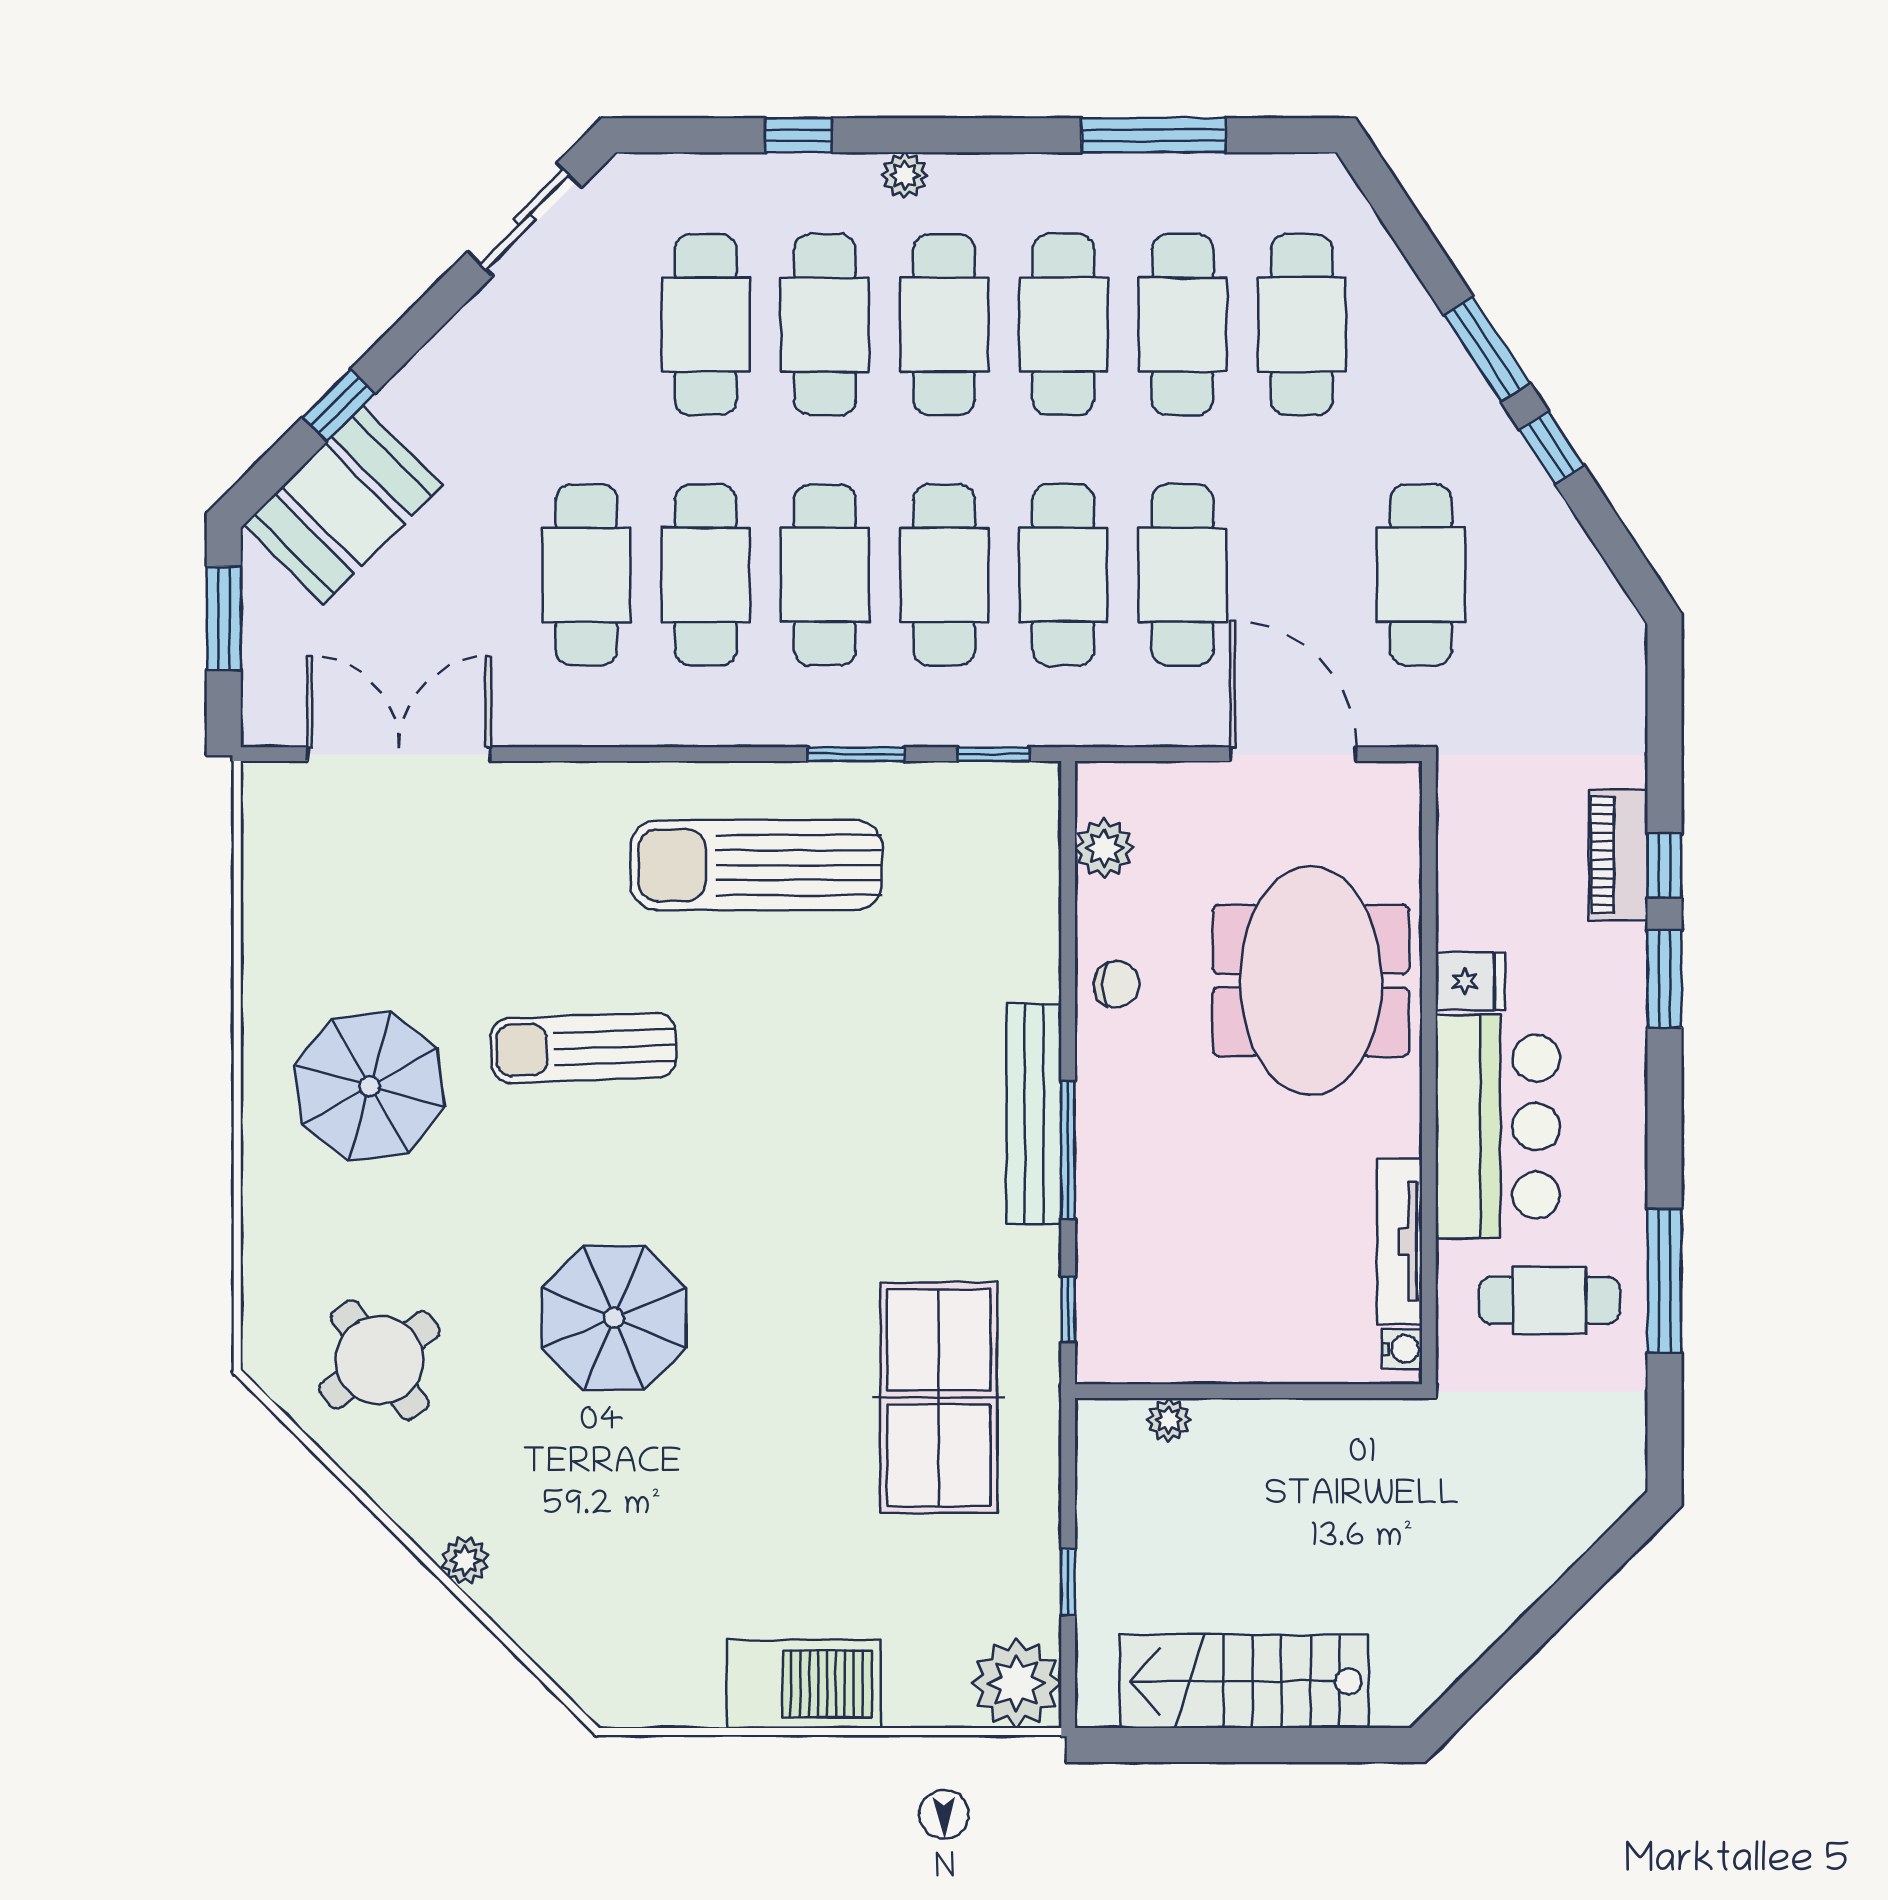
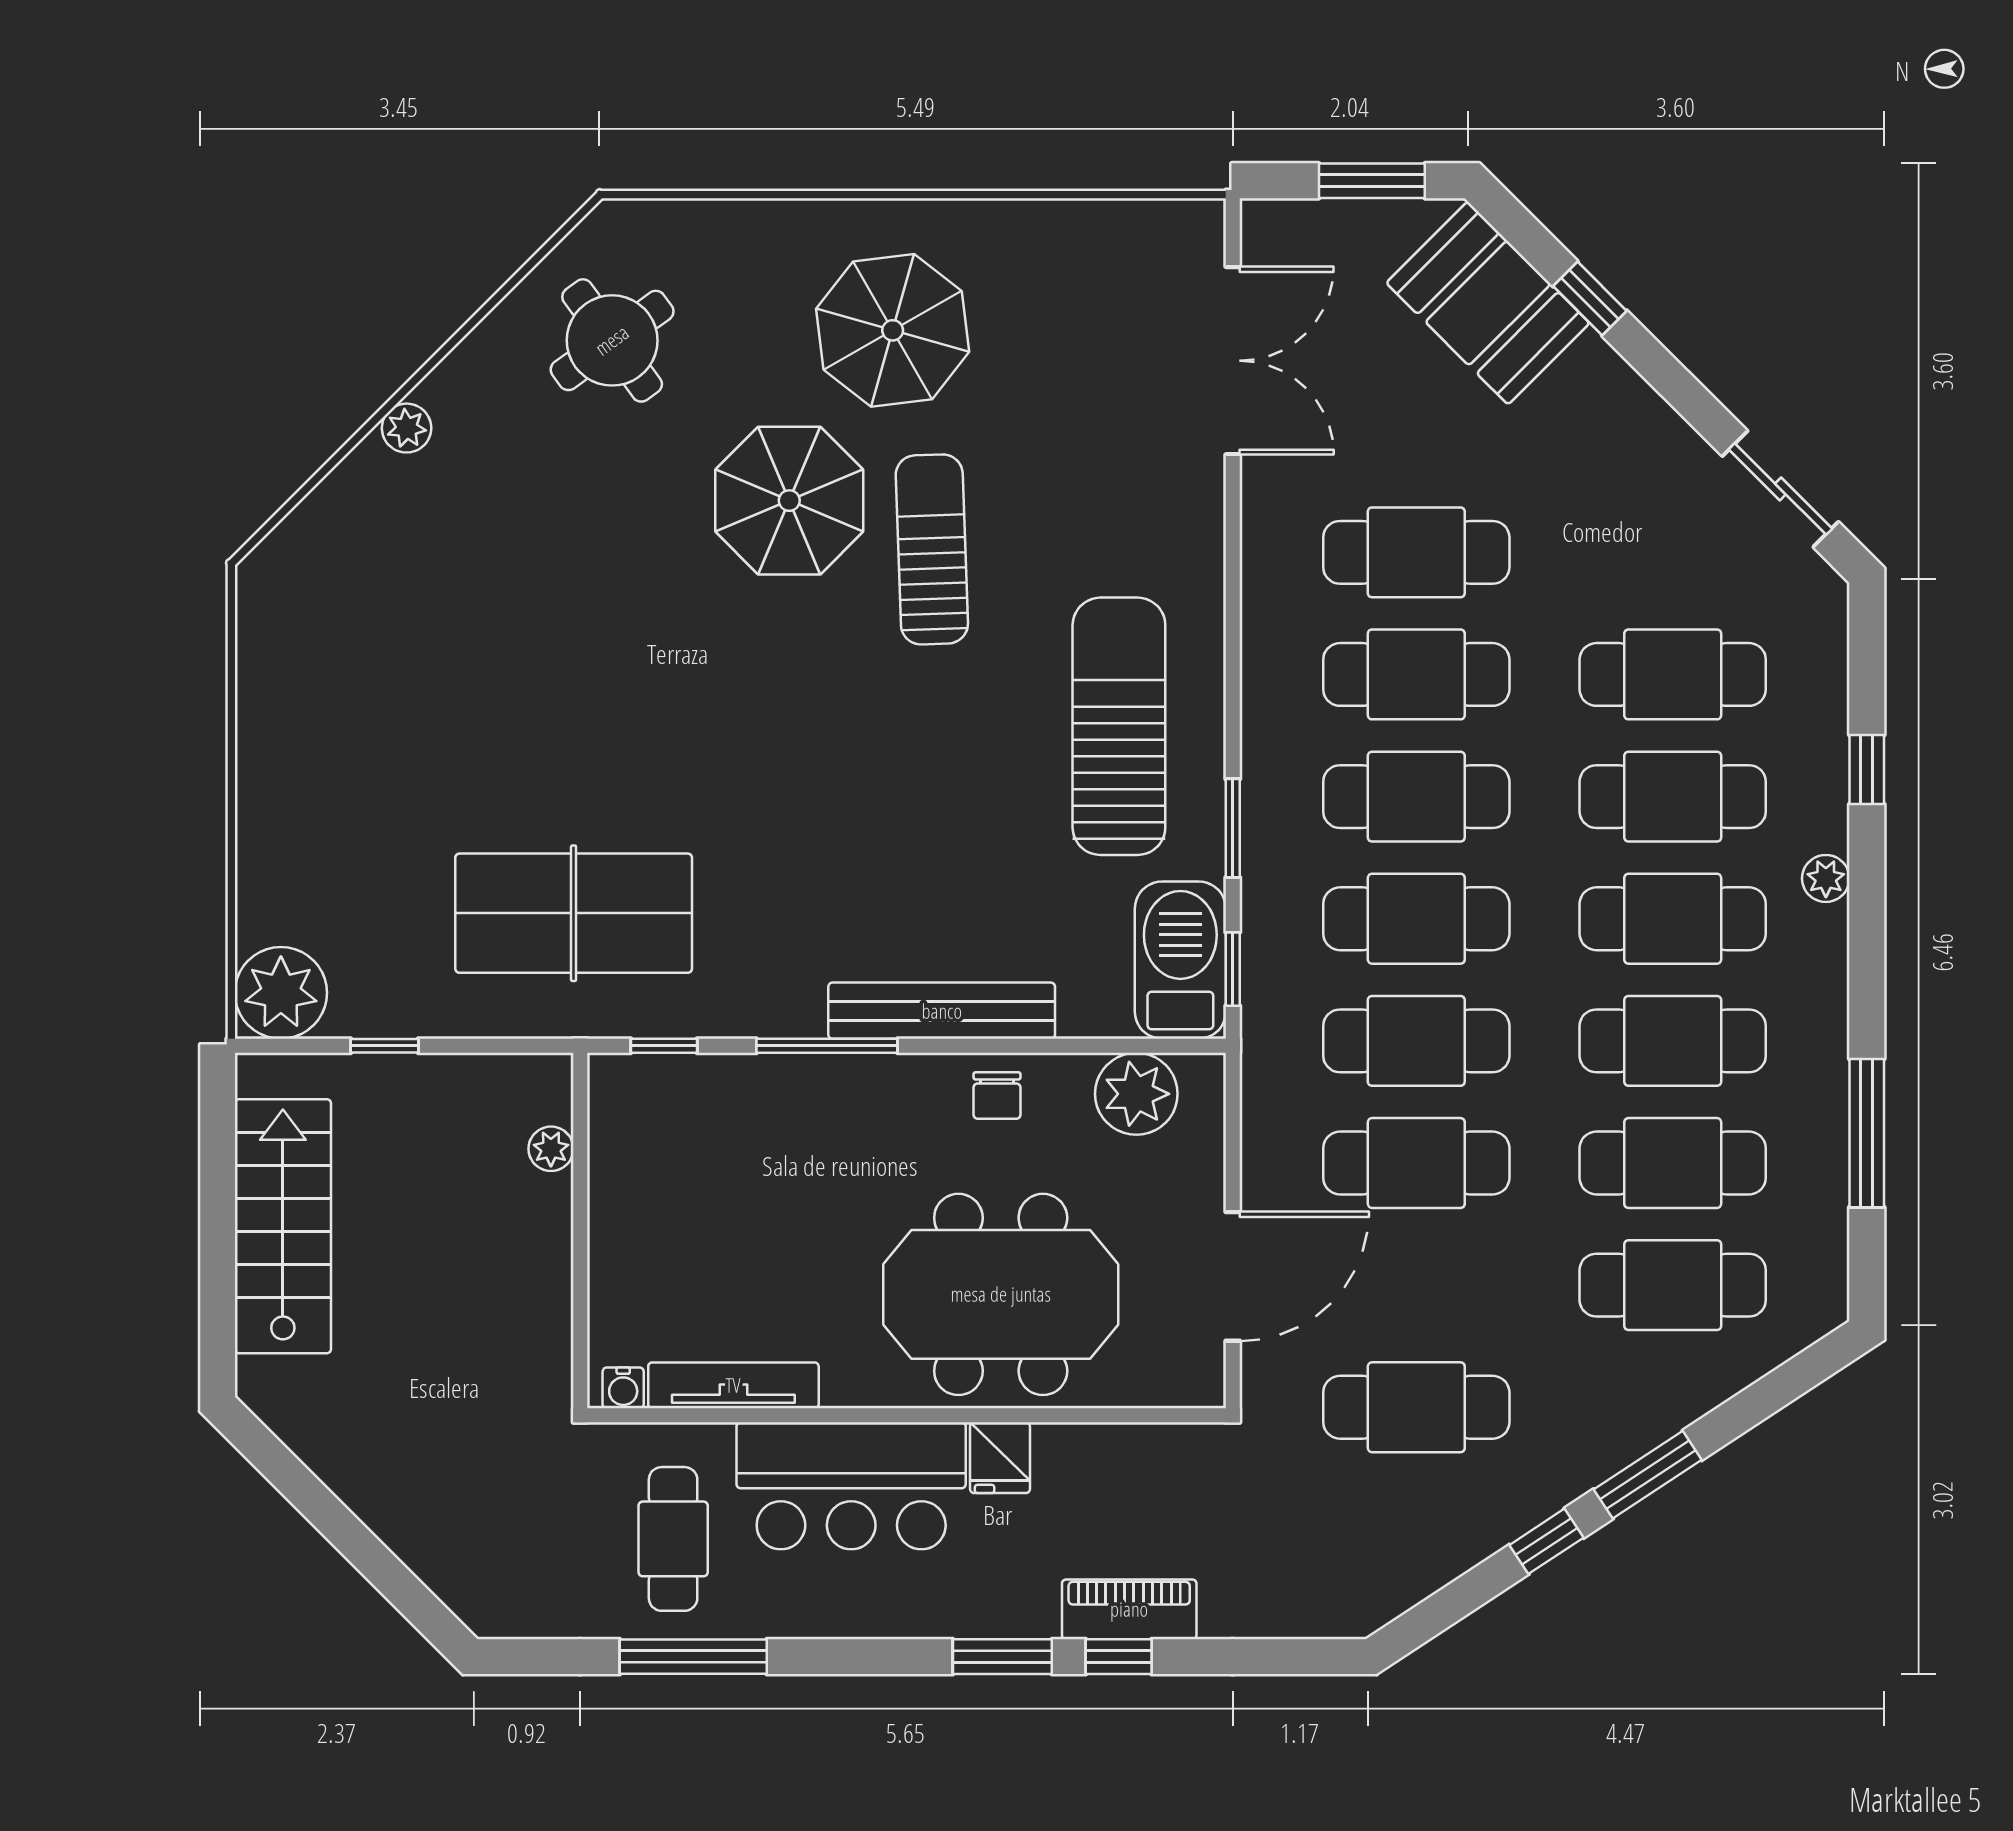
plant: (1104, 848) -> (1136, 1094), width x1.36, depth x1.36
bench: (1034, 1114) -> (942, 1011), moved
parasol: (614, 1318) -> (789, 501), moved
barbecue: (804, 1684) -> (1180, 960), moved, turned 180

